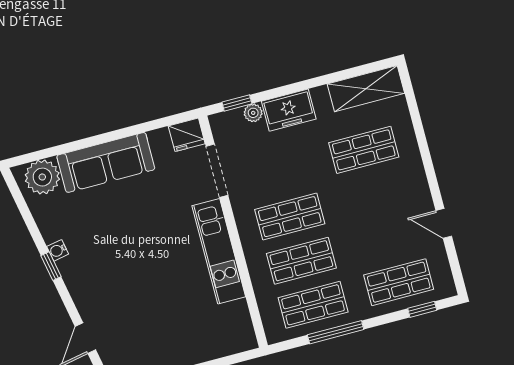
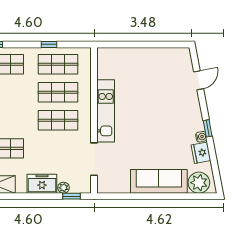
fridge: (187, 135) -> (201, 153), moved, turned -101
window: (336, 332) -> (49, 44), width x0.46

